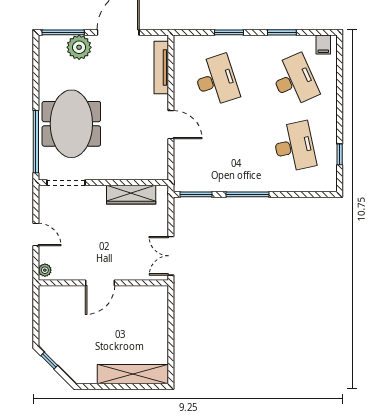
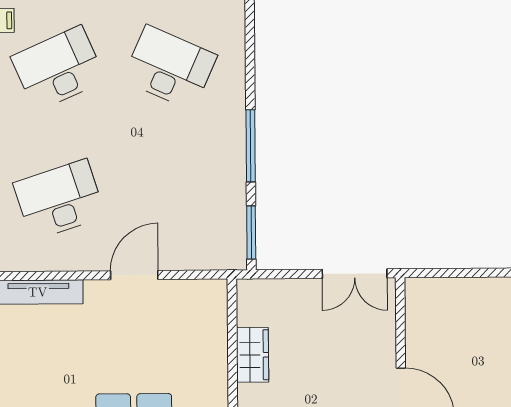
desk: (294, 147) -> (170, 68), turned 36
wardrobe: (131, 195) -> (253, 355), width x0.67

